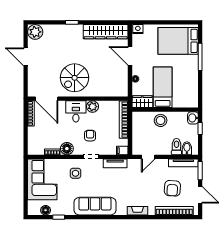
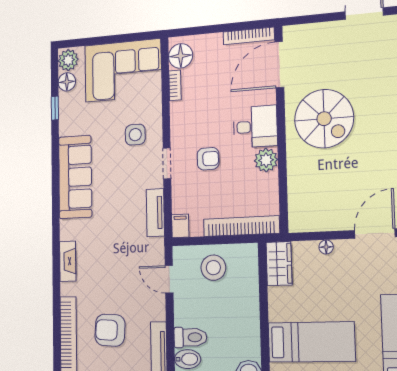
spiral stairs: (75, 78) -> (324, 119), turned 180
bed: (163, 87) -> (311, 342), moved
stool: (161, 120) -> (213, 268), moved
floor lamp: (67, 149) -> (181, 56), moved
plant: (34, 209) -> (68, 60), added

